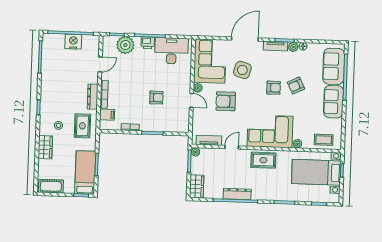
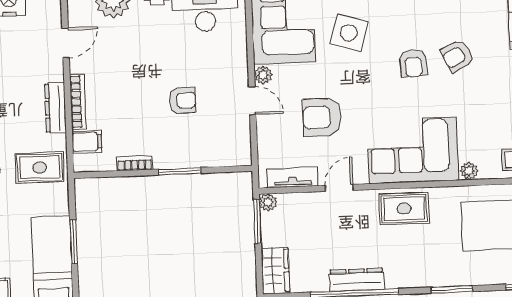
armchair: (274, 88) -> (413, 63), turned 87
armchair: (226, 101) -> (322, 117), moved
rug: (82, 126) -> (40, 168), turned 90

